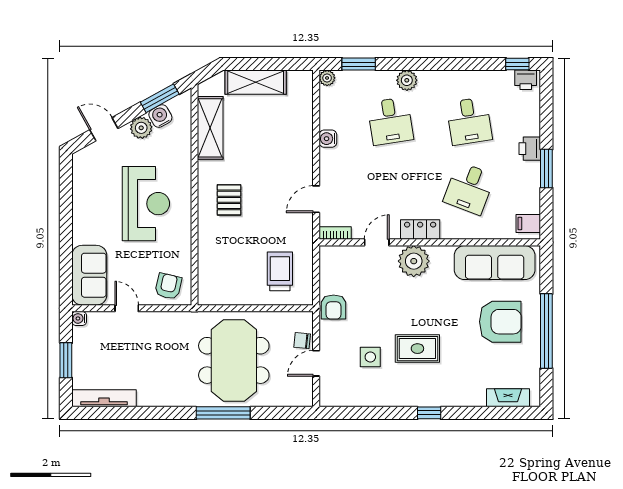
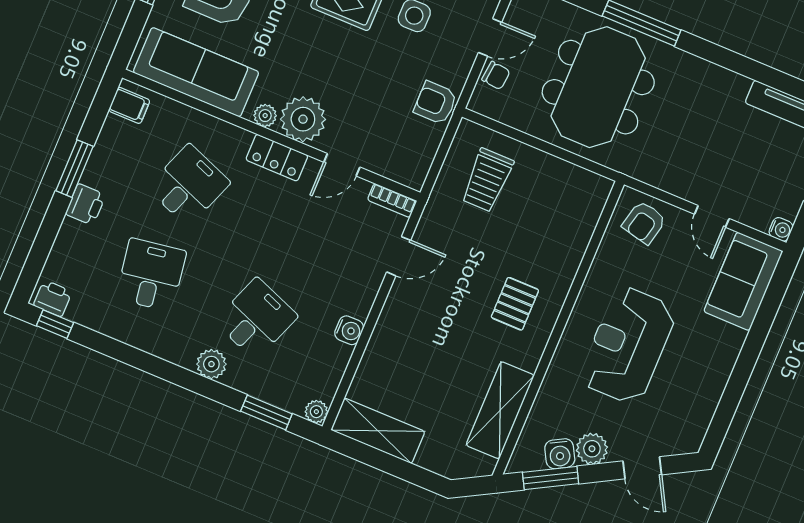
shelving: (256, 82) -> (378, 431), moved
desk: (390, 121) -> (256, 319), turned 30
plant: (439, 253) -> (265, 116), added
armchair: (334, 307) -> (436, 103), turned -90

